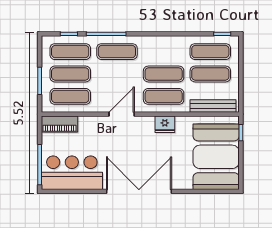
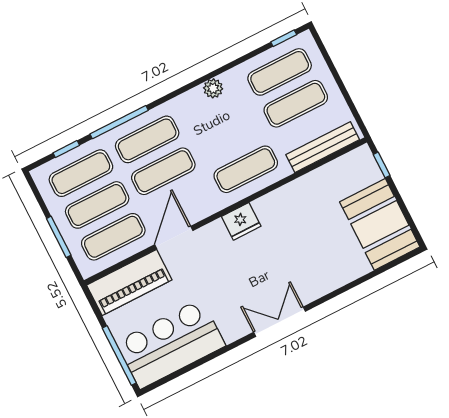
plant: (168, 42) -> (213, 88), added
exercise mat: (164, 74) -> (163, 171), moved
door: (122, 114) -> (174, 238), moved
piano: (59, 124) -> (129, 283), width x1.37, depth x1.33
fridge: (165, 124) -> (241, 221), moved
booth: (216, 157) -> (380, 224), width x0.73, depth x0.70
double door: (139, 191) -> (279, 322), width x0.54

